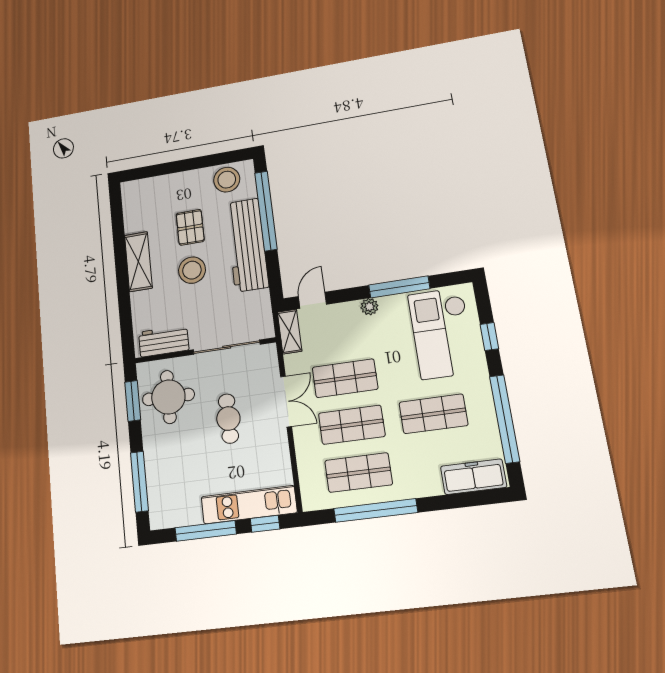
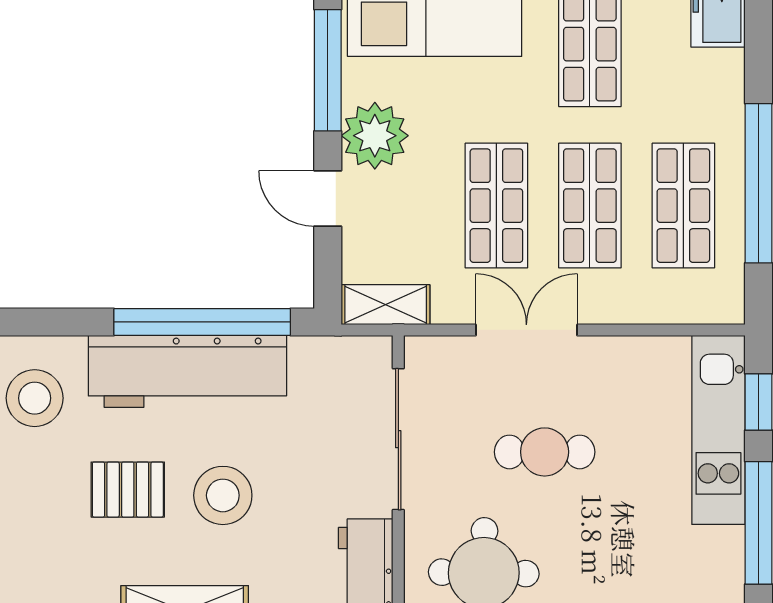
window: (266, 211) -> (202, 322), moved
door: (312, 300) -> (328, 198), moved
plant: (369, 307) -> (375, 136), width x1.88, depth x1.88

